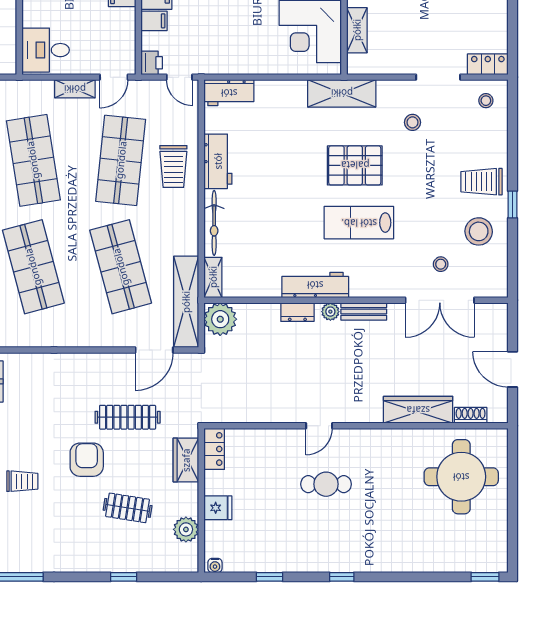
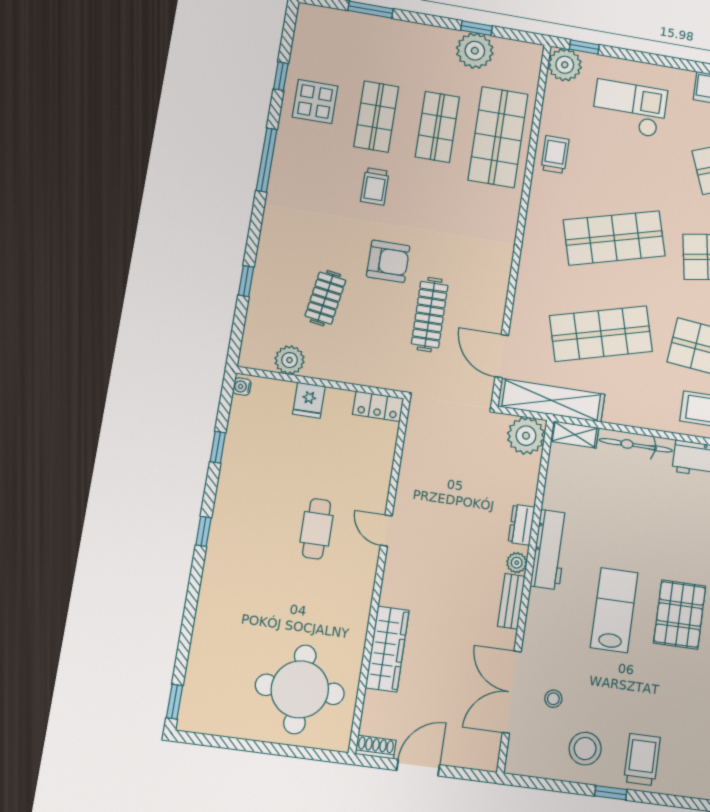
shoe rack: (471, 415) -> (376, 747), moved, turned -90
wardrobe: (186, 460) -> (370, 372), removed

